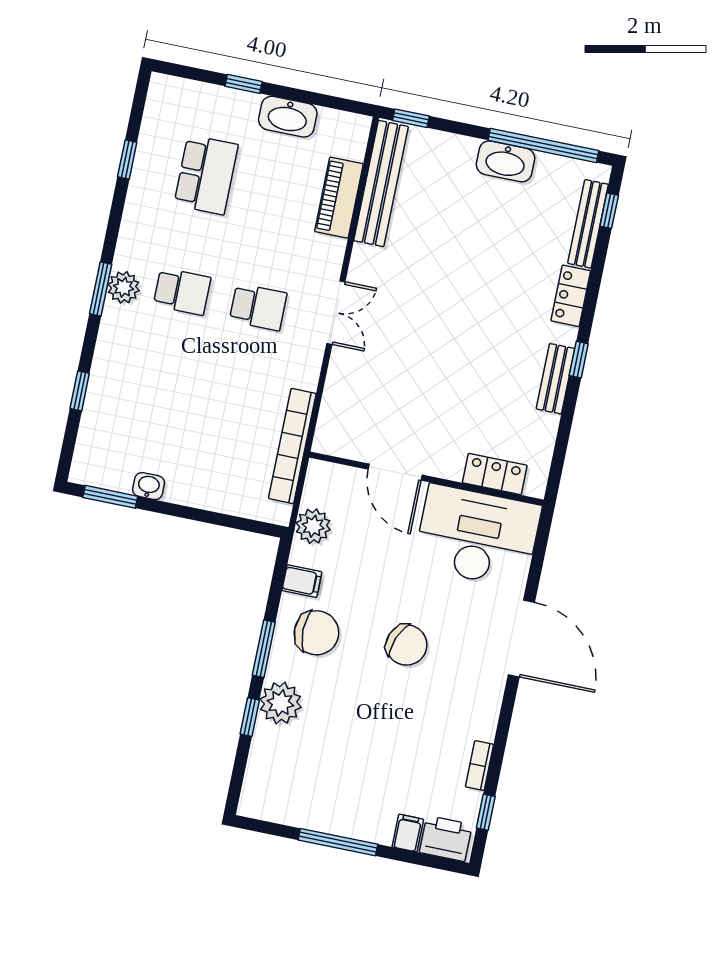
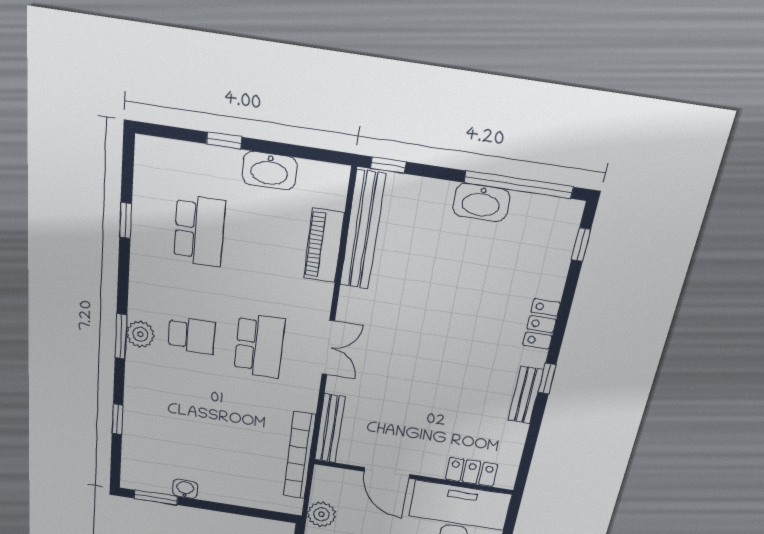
bench: (588, 224) -> (330, 429), moved
school desk: (258, 307) -> (259, 346), width x1.85

